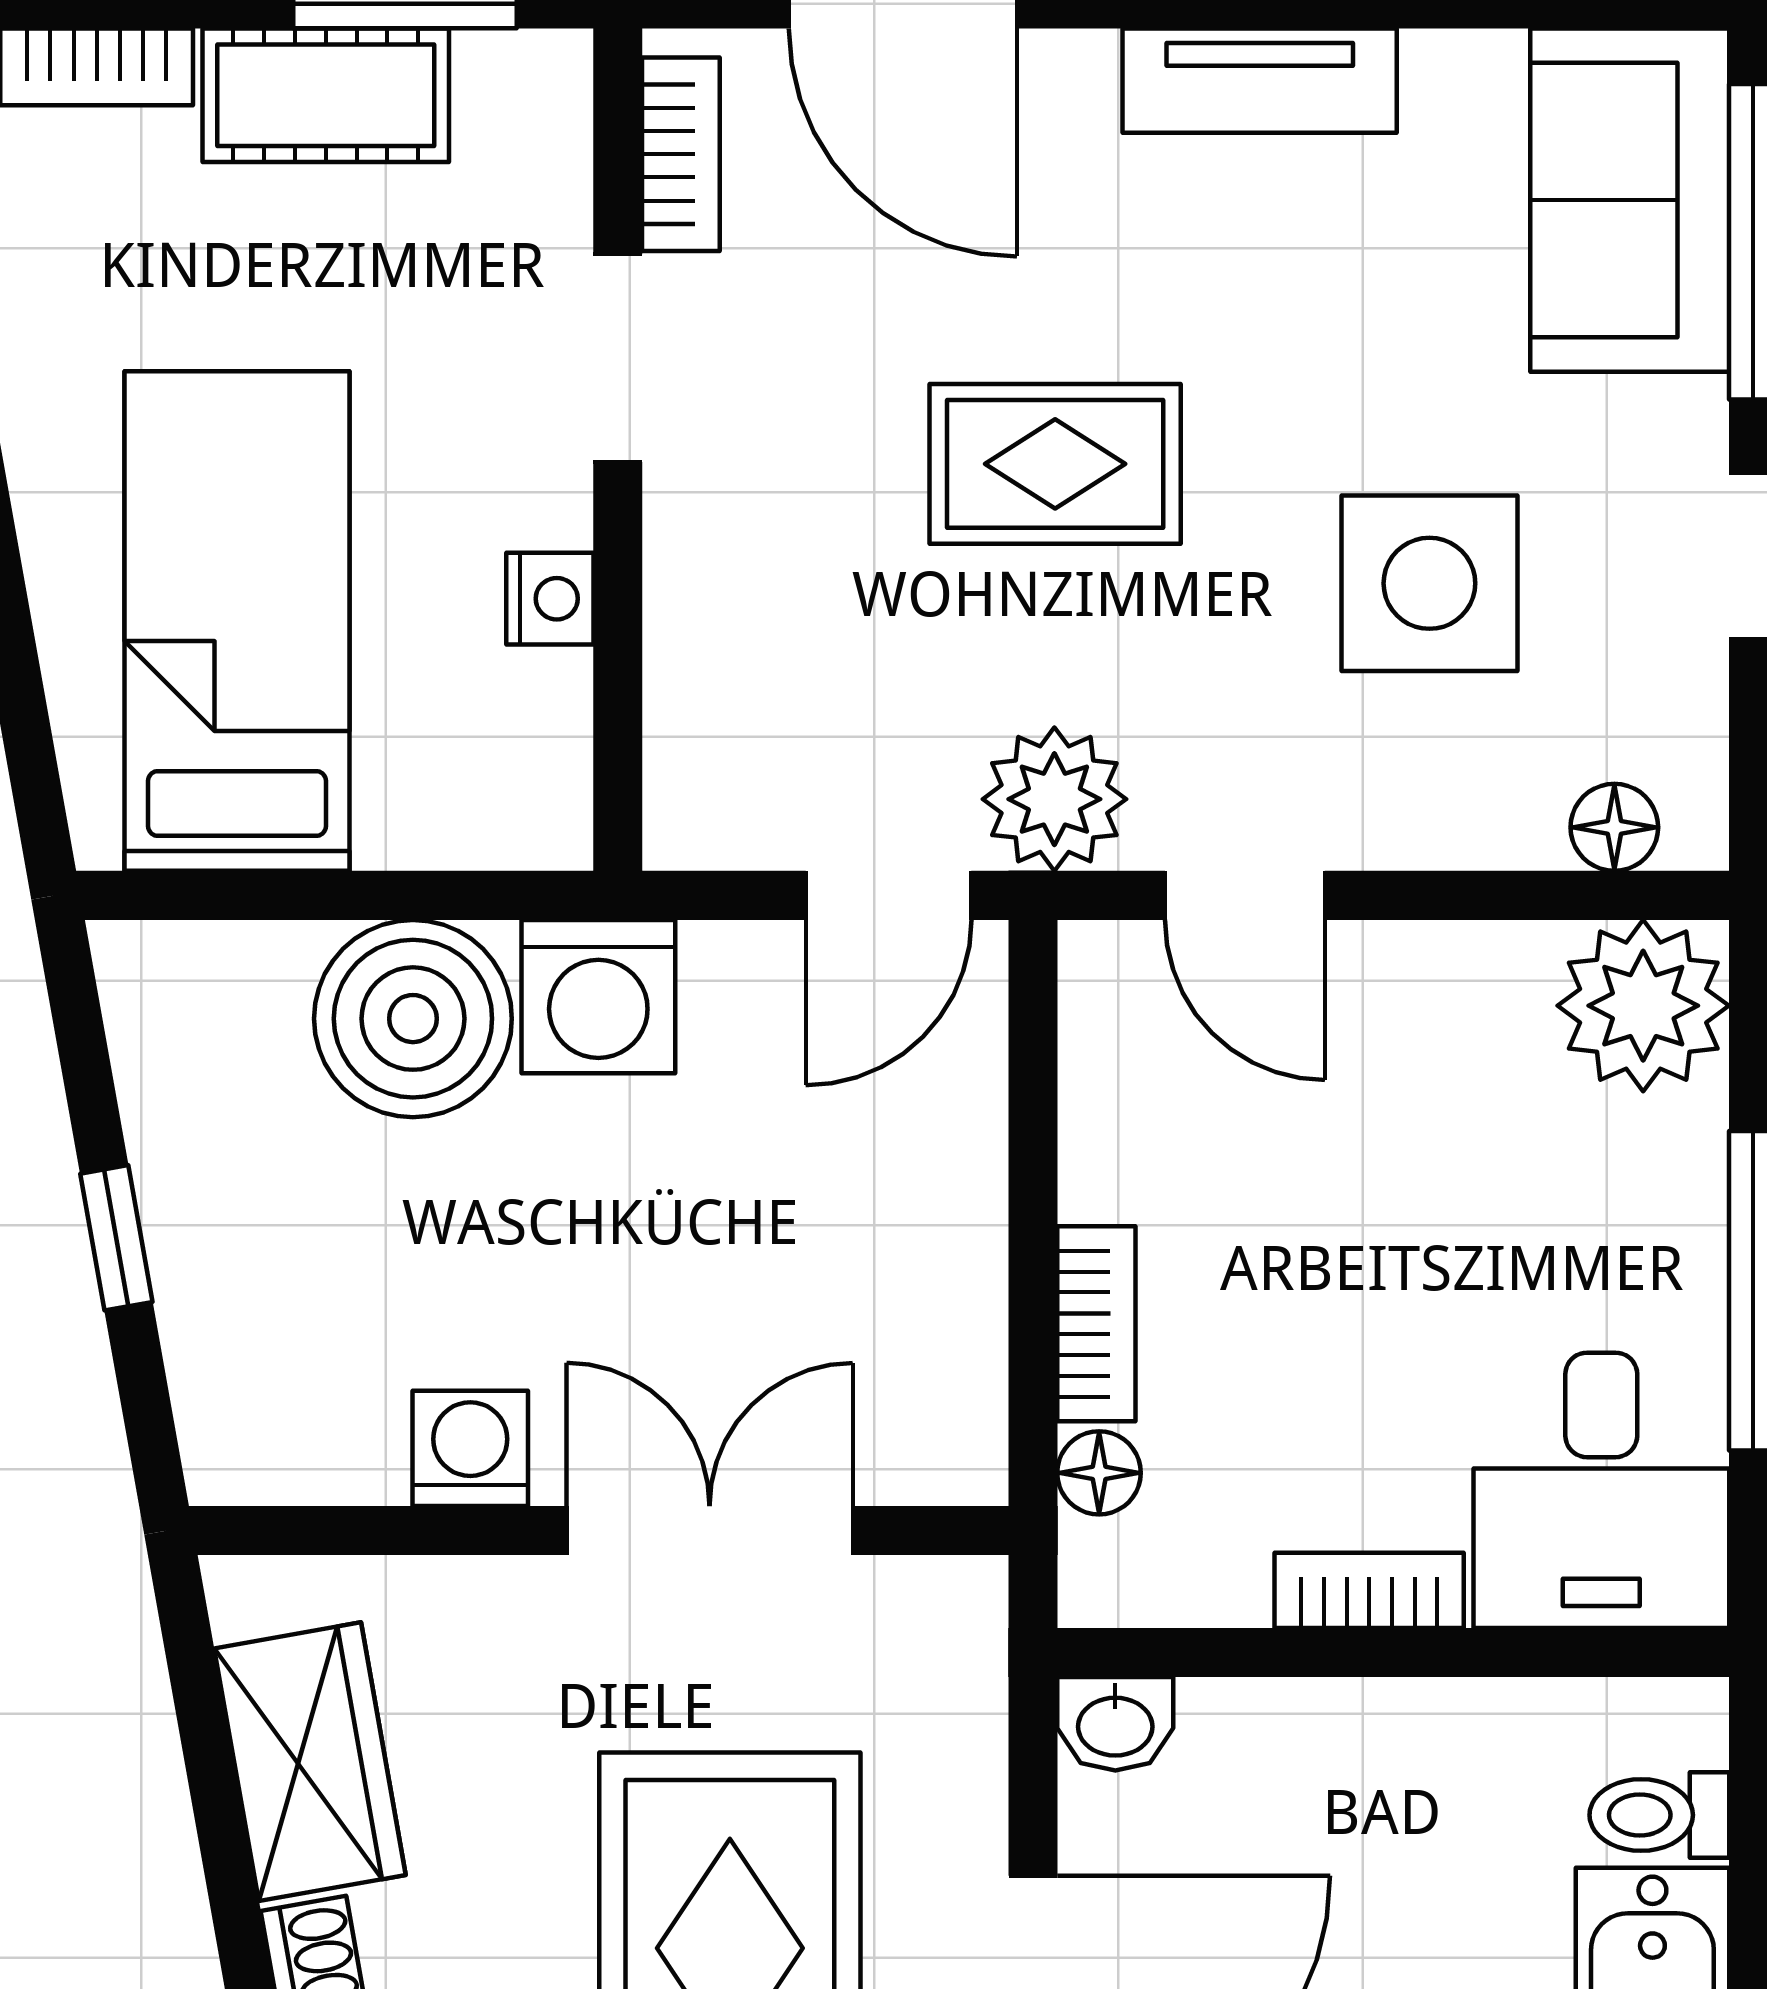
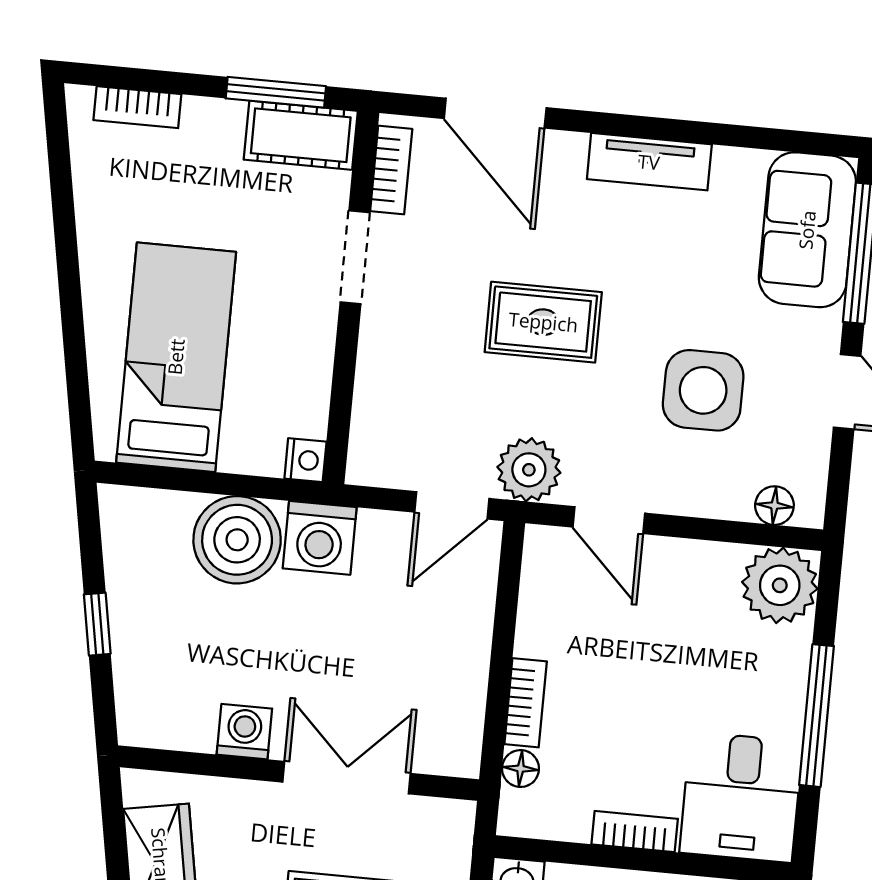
cot: (326, 95) -> (301, 135), moved
nightstand: (550, 599) -> (305, 460), moved

